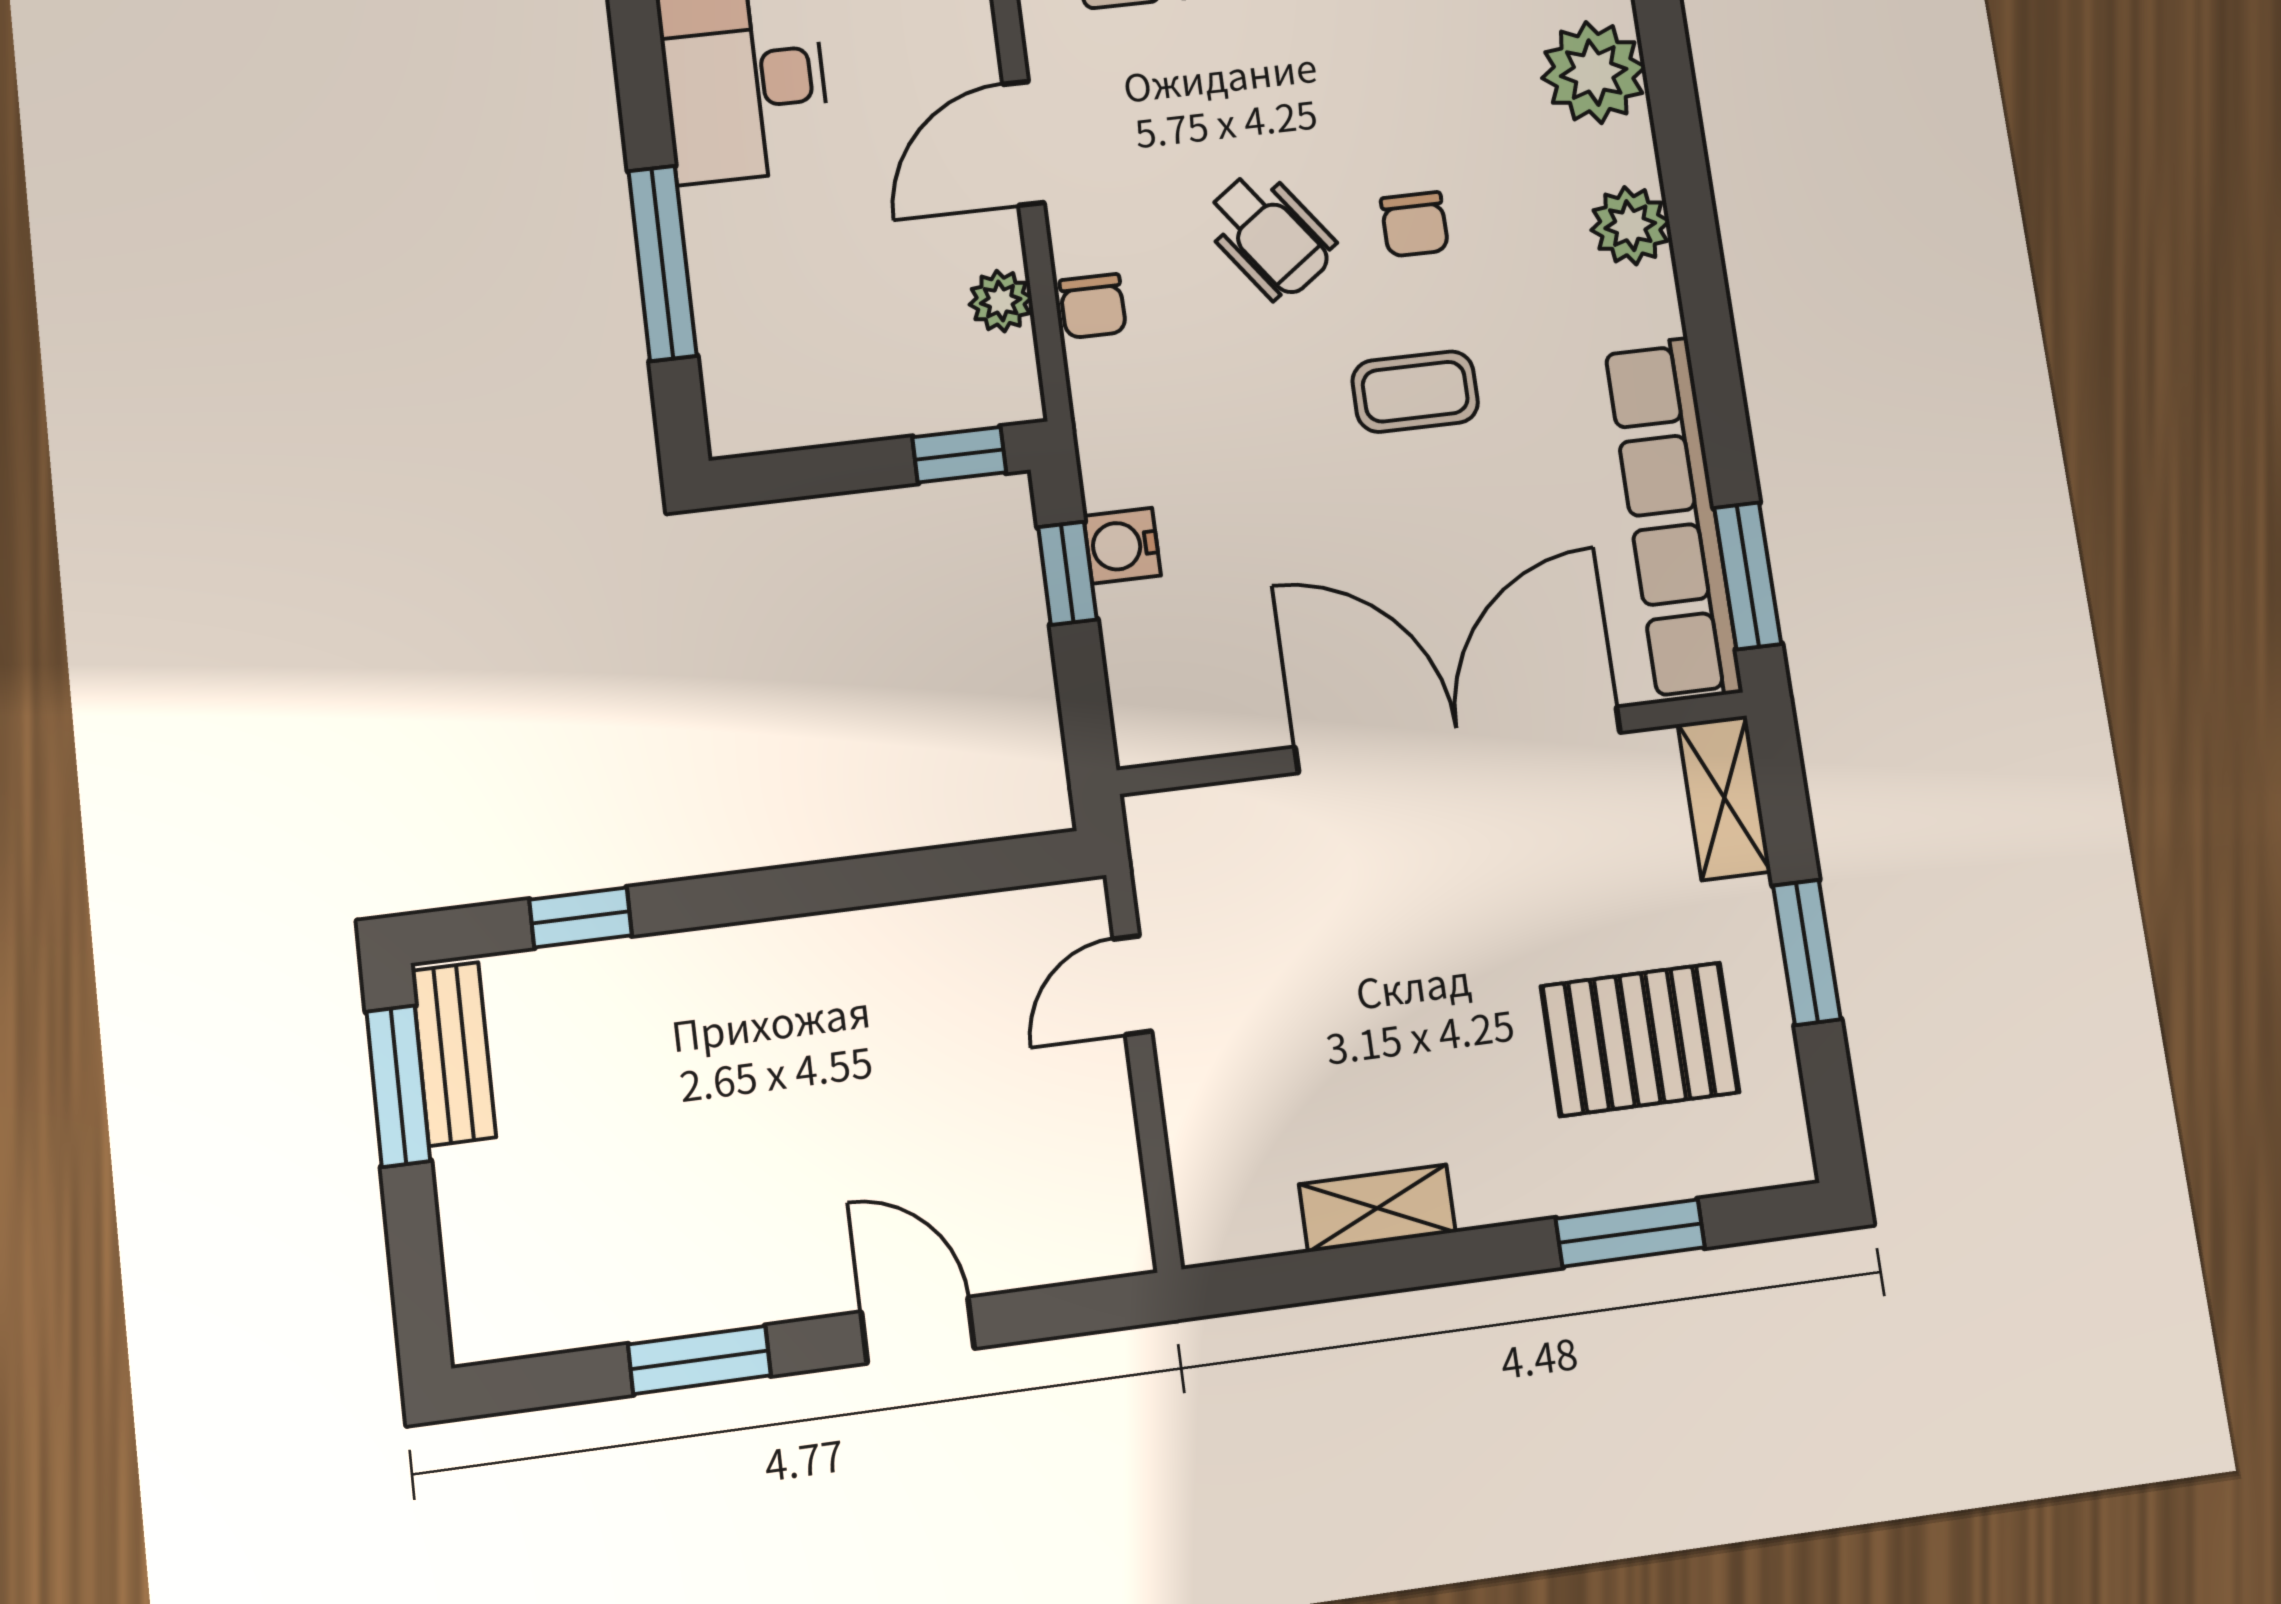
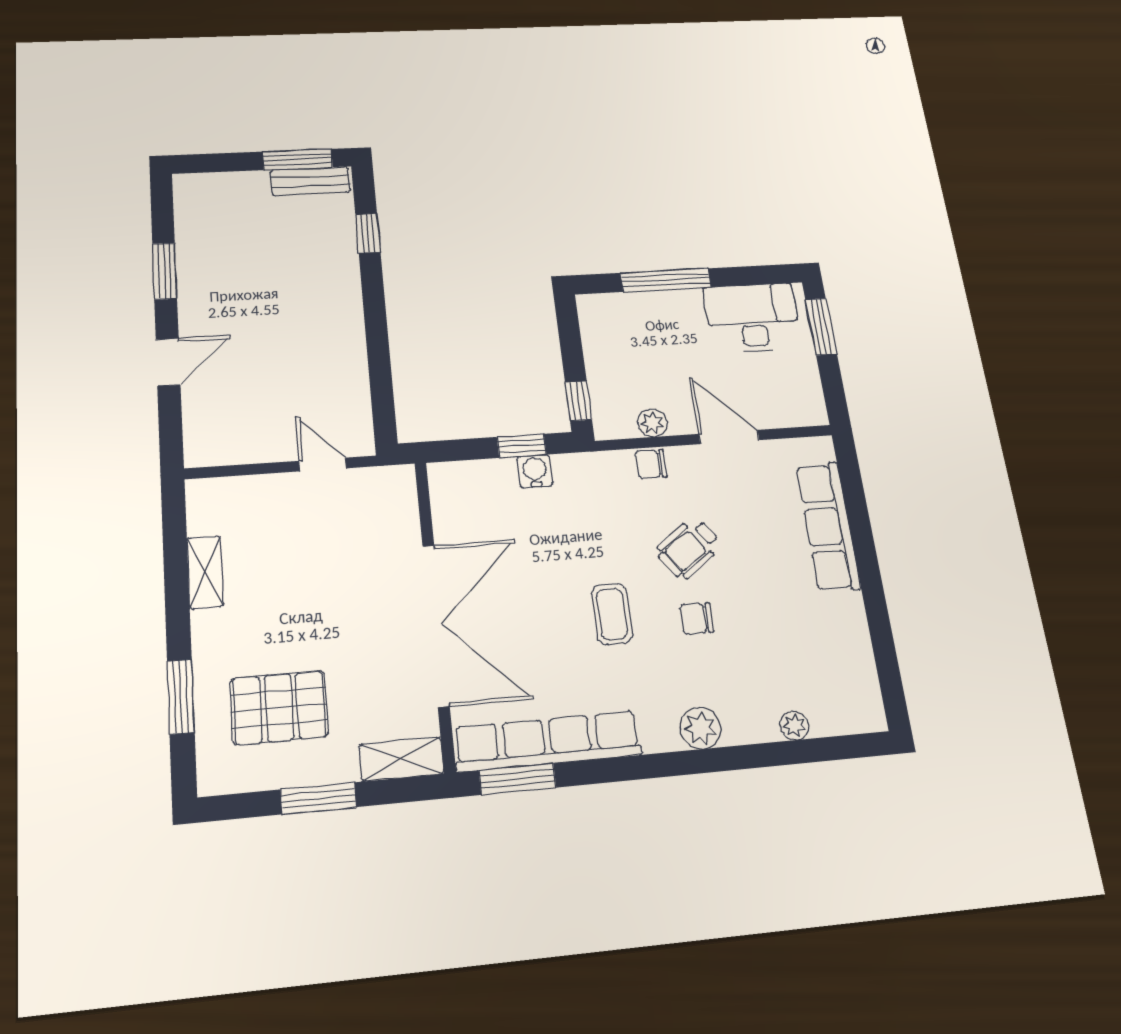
plant: (1594, 73) -> (794, 725), width x0.53, depth x0.53
pallet: (1640, 1039) -> (279, 708), turned 90

